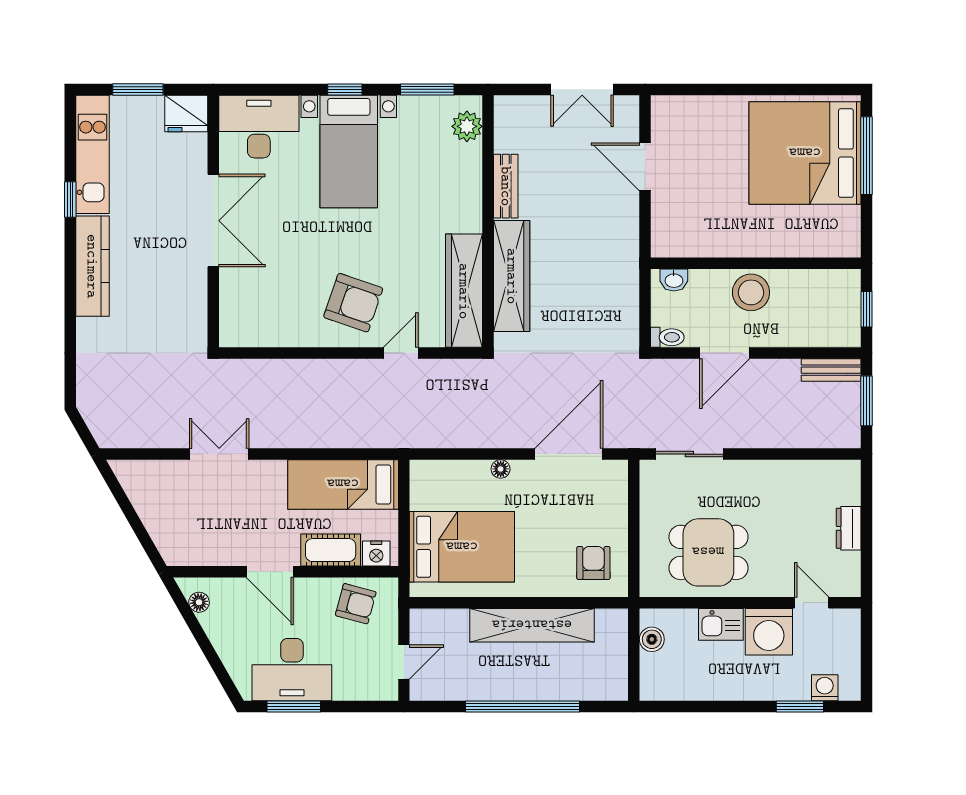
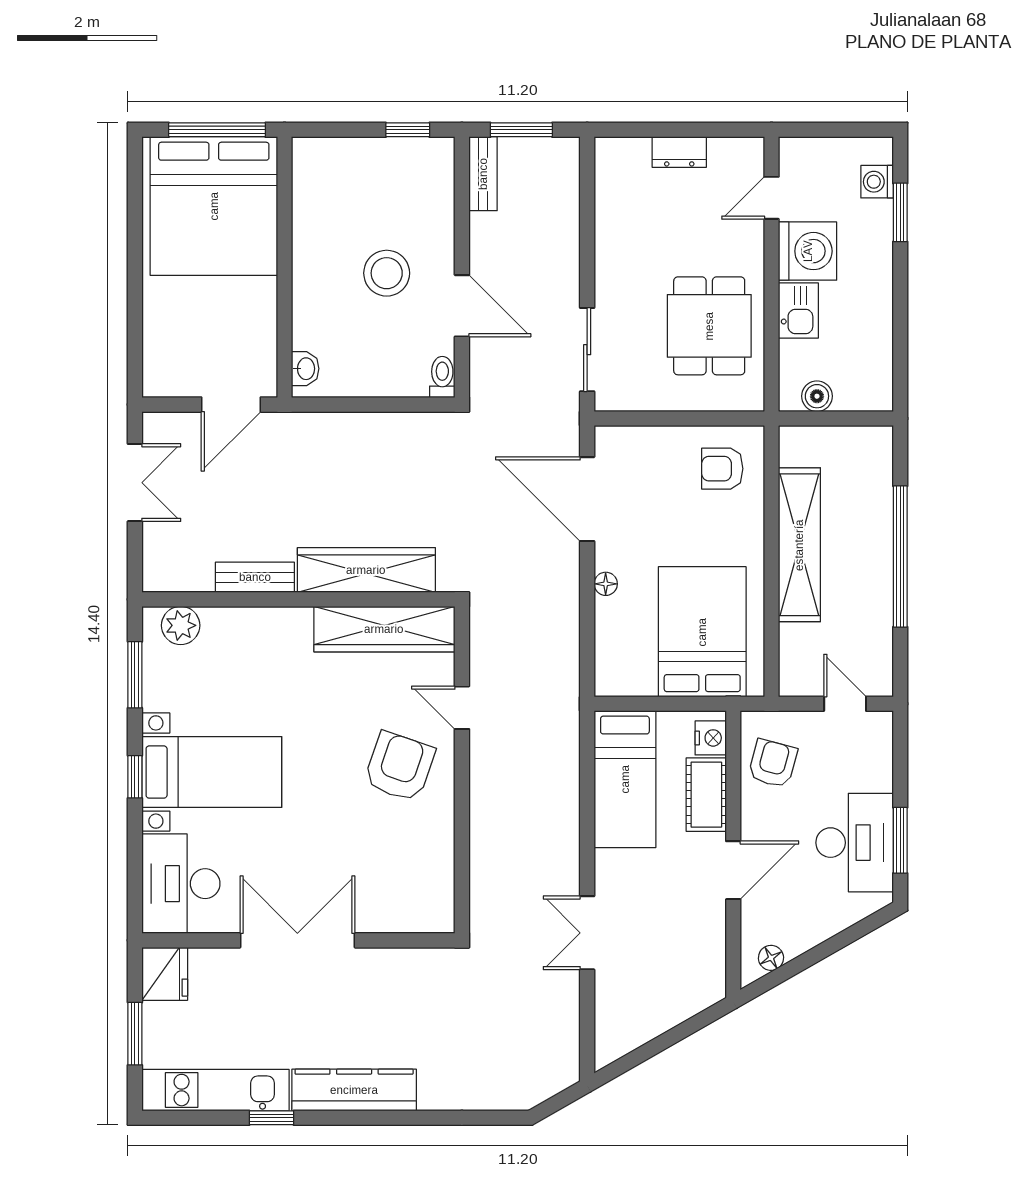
wall: (756, 263) -> (284, 267), moved
washbasin: (674, 280) -> (305, 369), moved

